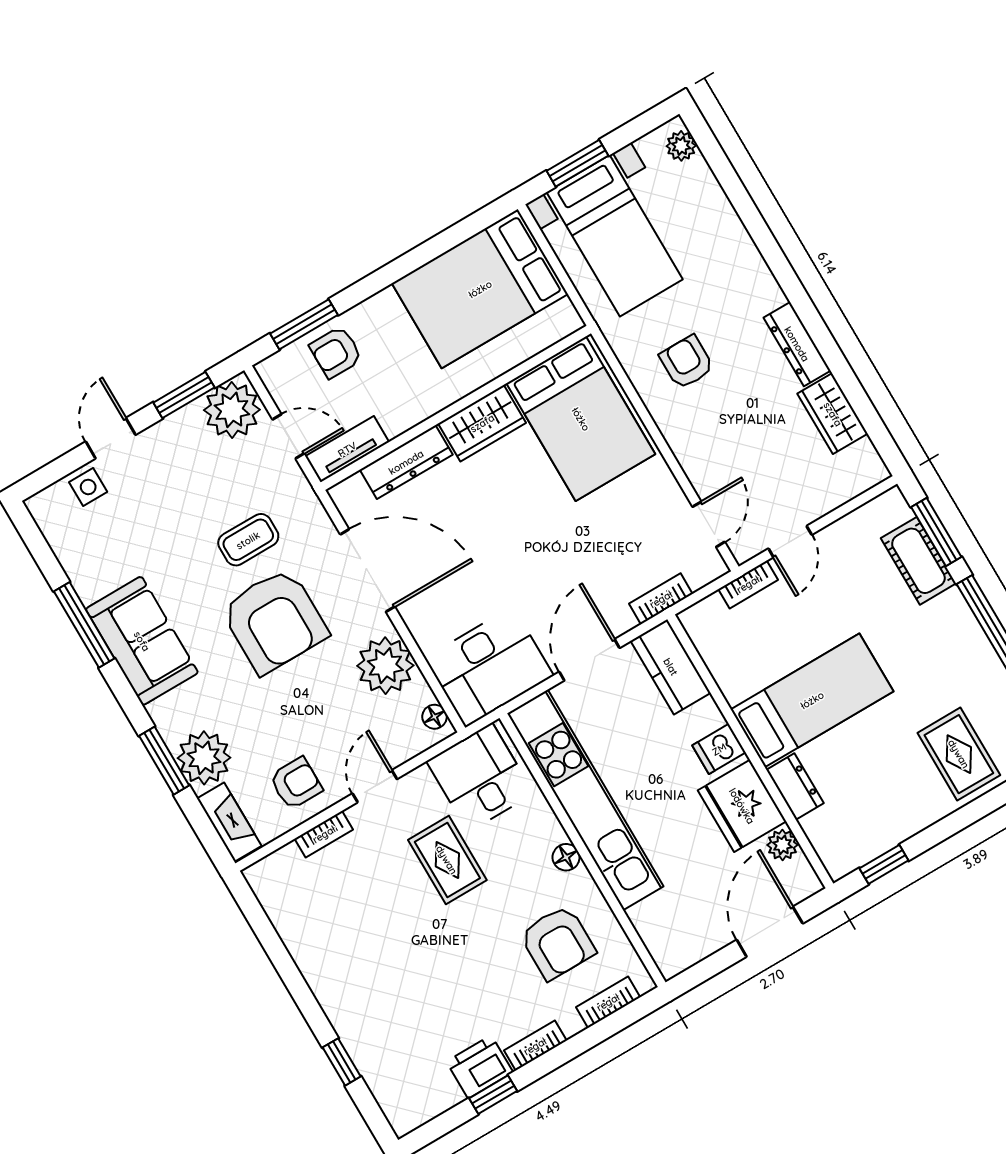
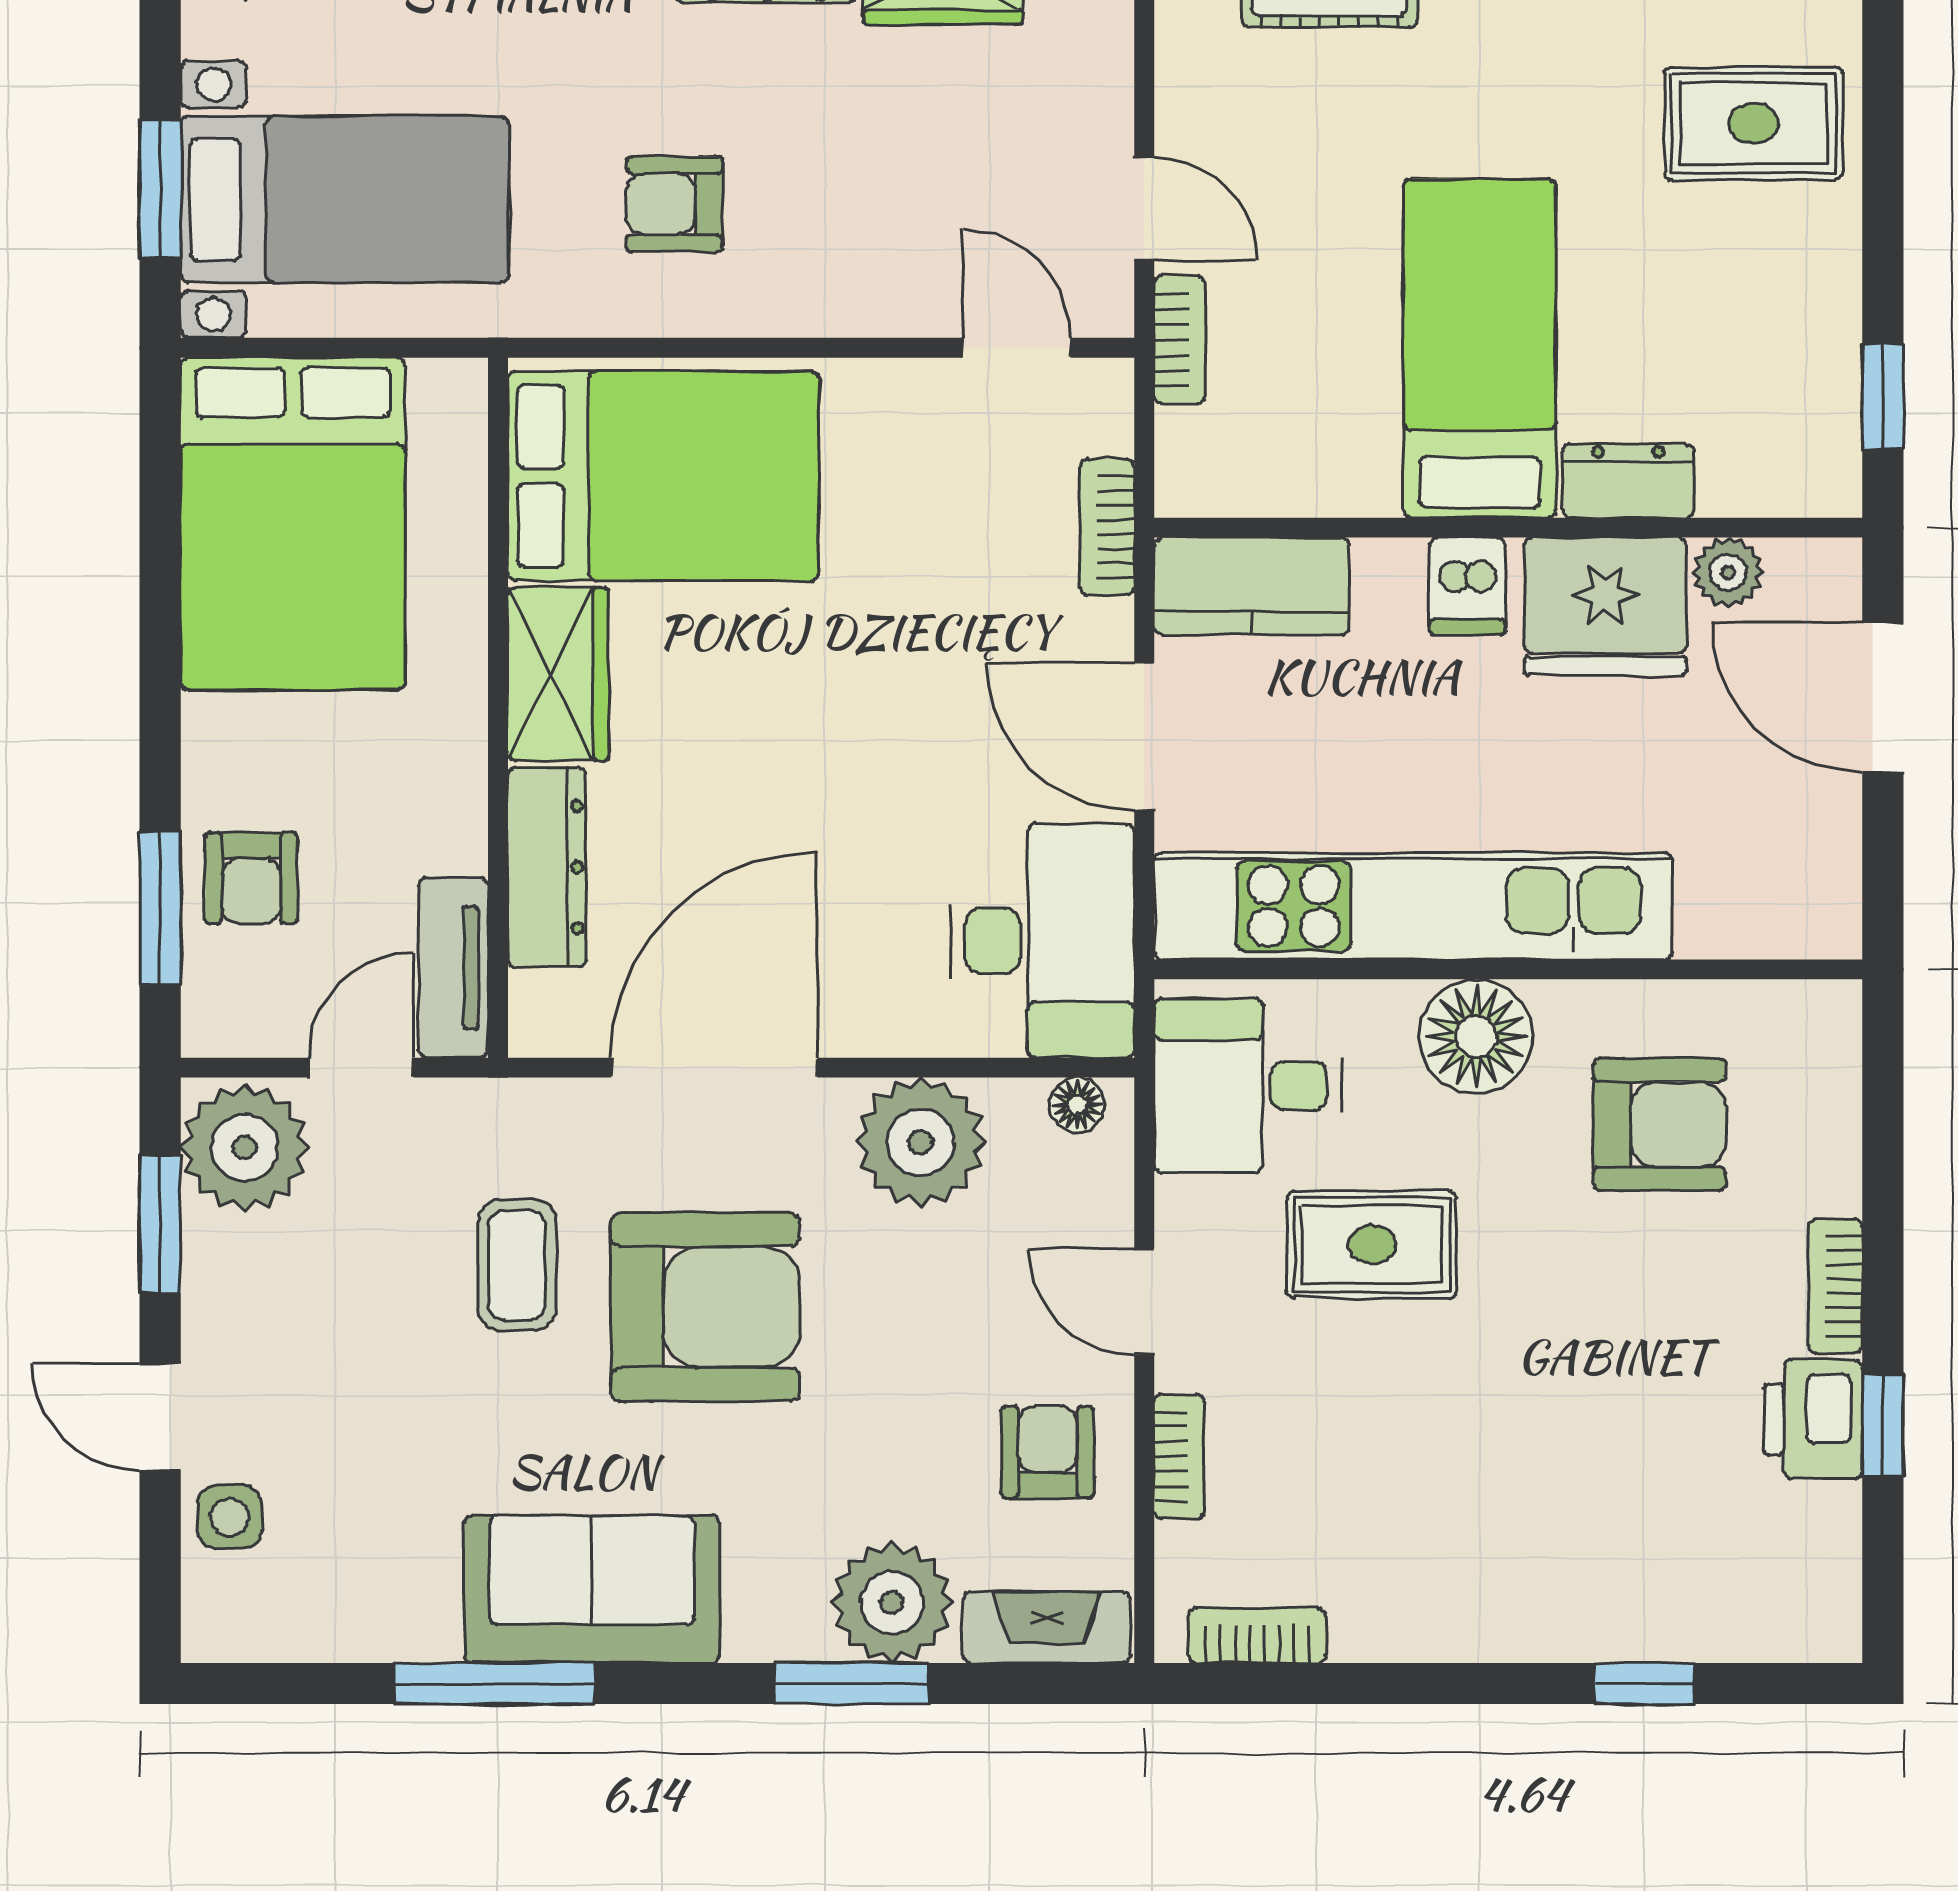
floor lamp: (566, 857) -> (1476, 1036), width x1.89, depth x1.89
bookcase: (608, 1002) -> (1257, 1636), moved, turned 90

